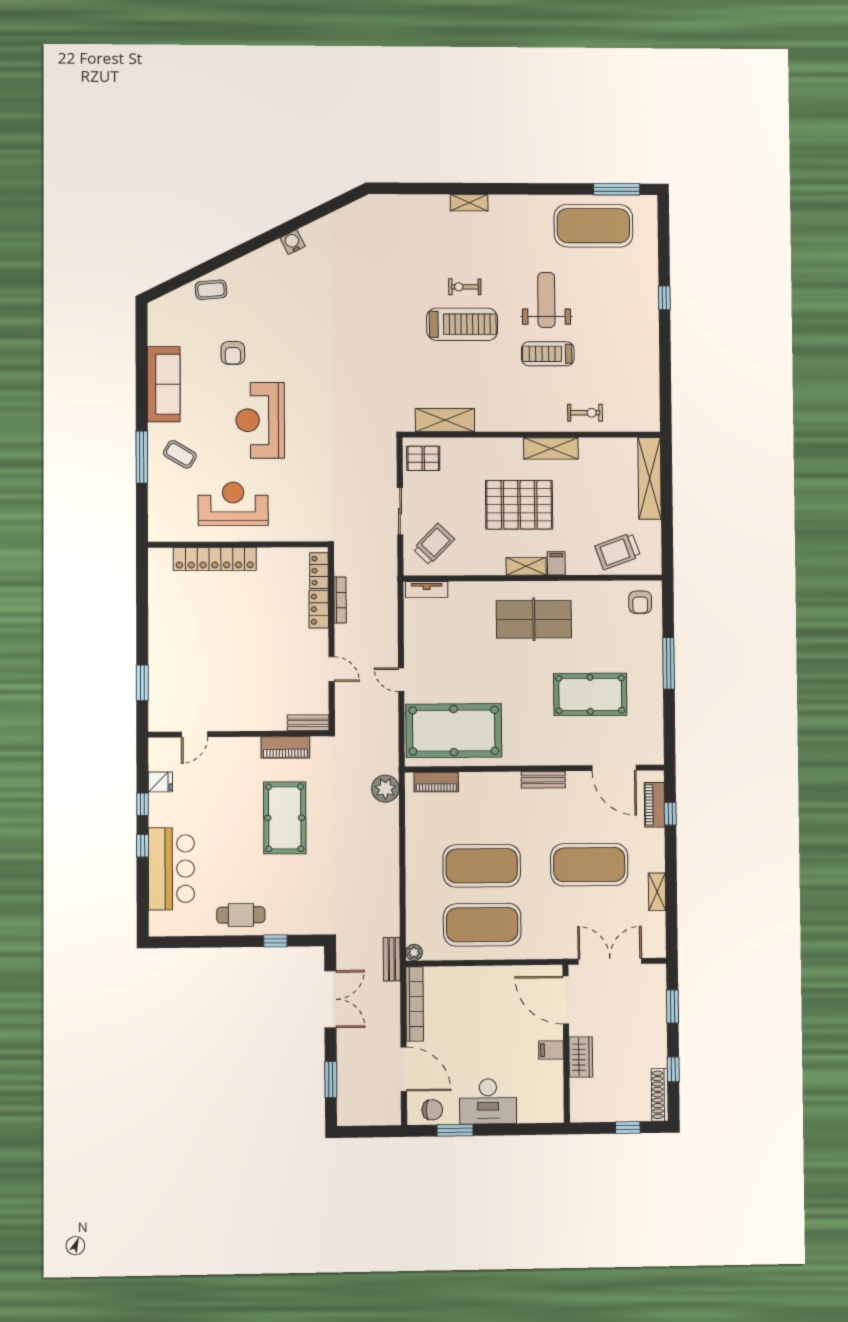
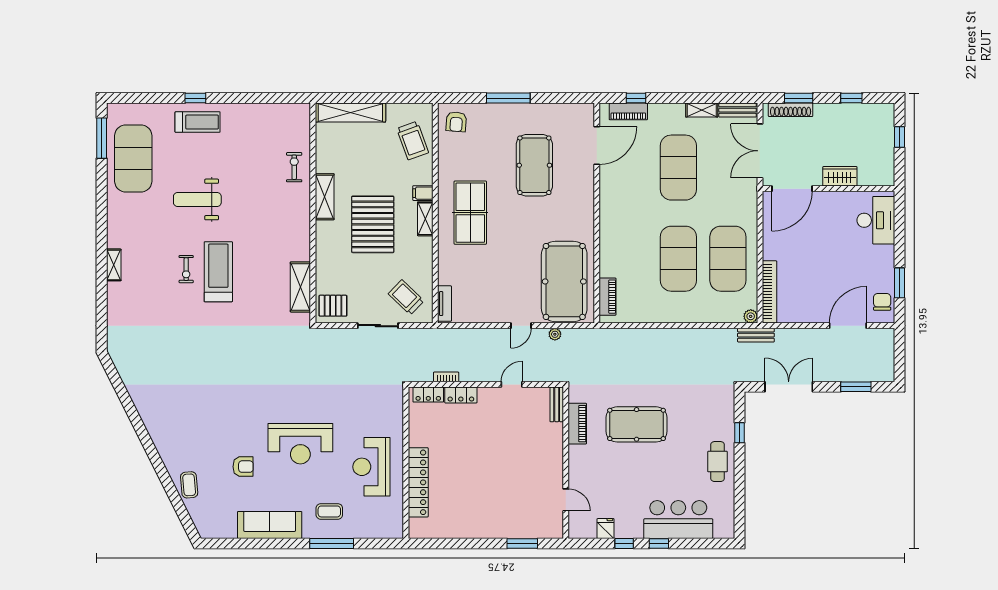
water cooler: (293, 242) -> (148, 416), removed
treadmill: (548, 354) -> (198, 122), moved, turned -90
coffee table: (180, 454) -> (329, 511), turned 59
pallet: (423, 458) -> (333, 306), turned 90
bookcase: (340, 600) -> (446, 377), width x0.64
armchair: (640, 602) -> (456, 122), turned 94
bench: (543, 780) -> (738, 110), moved, turned 90
plant: (385, 789) -> (555, 334), moved, width x0.53, depth x0.53
bookcase: (415, 1004) -> (770, 292), moved, turned 90
filing cabinet: (551, 1050) -> (834, 201), removed
shoe rack: (660, 1095) -> (791, 110), moved
desk: (488, 1101) -> (876, 220), moved

